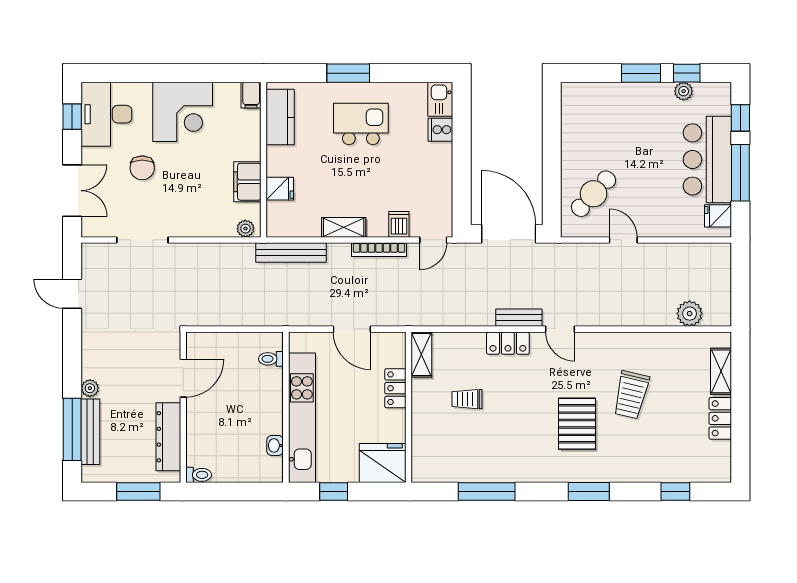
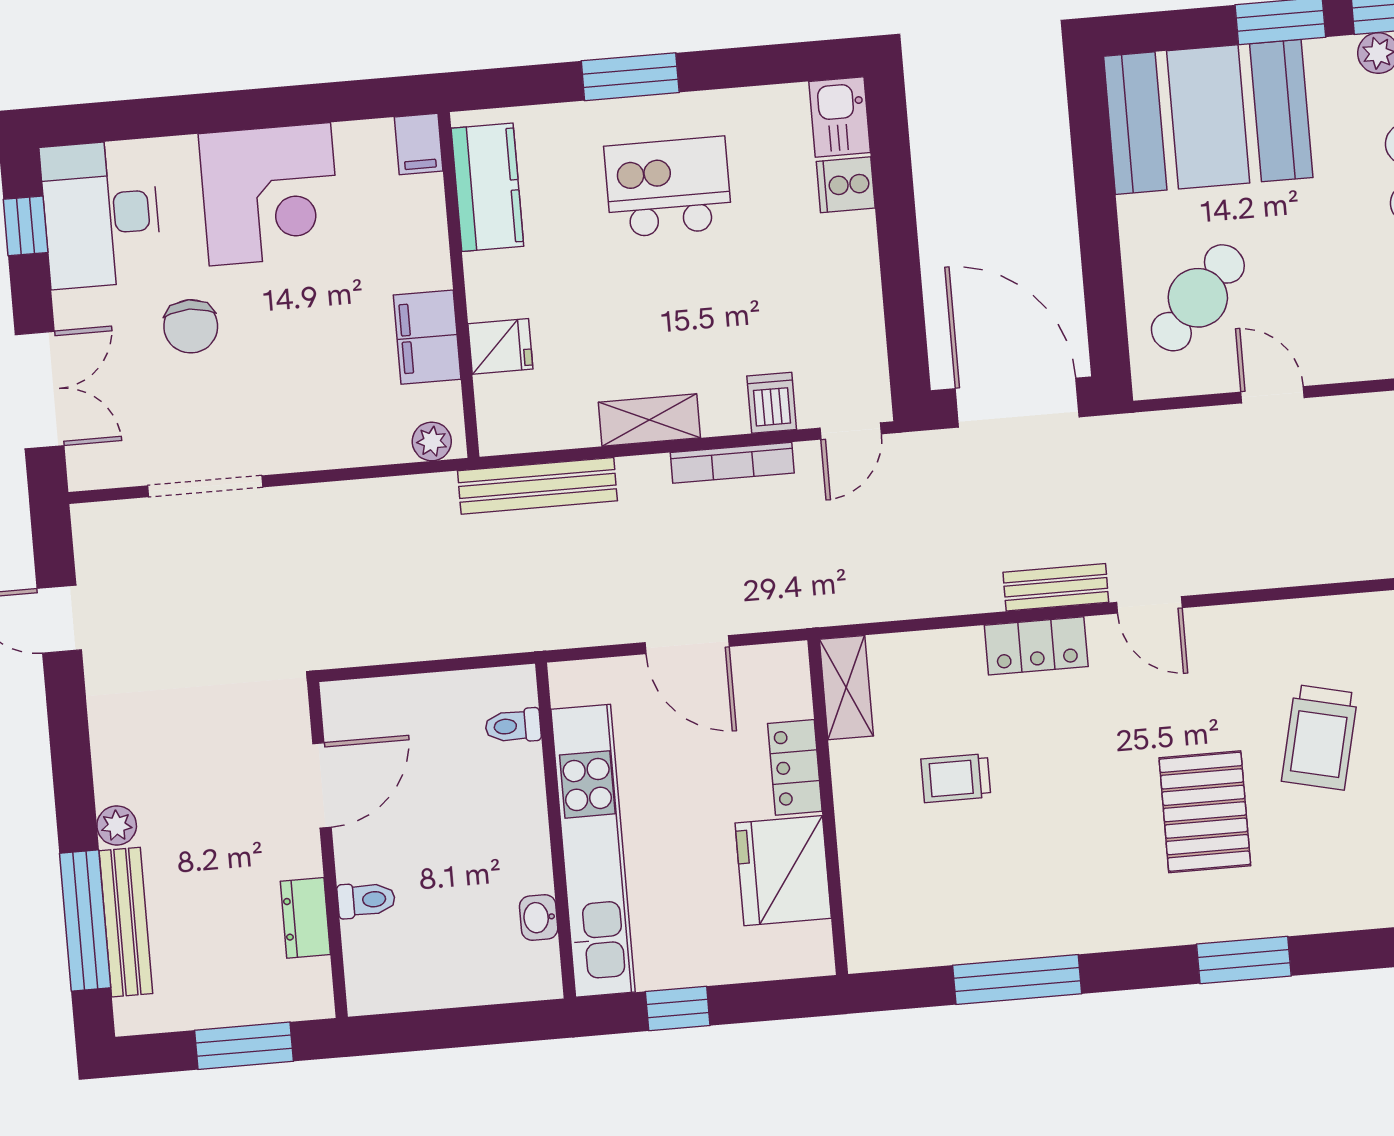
booth: (605, 113) -> (1208, 117), added
dresser: (168, 437) -> (305, 918), width x0.51, depth x0.80
fridge: (383, 463) -> (783, 871), moved, turned -90
toilet: (199, 475) -> (366, 900), moved

